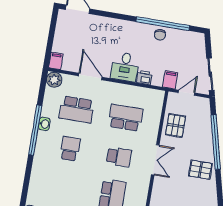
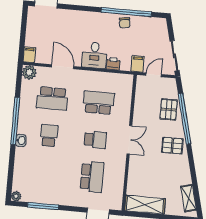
washbasin: (44, 124) -> (21, 140), moved
pallet: (176, 126) -> (169, 109), moved

